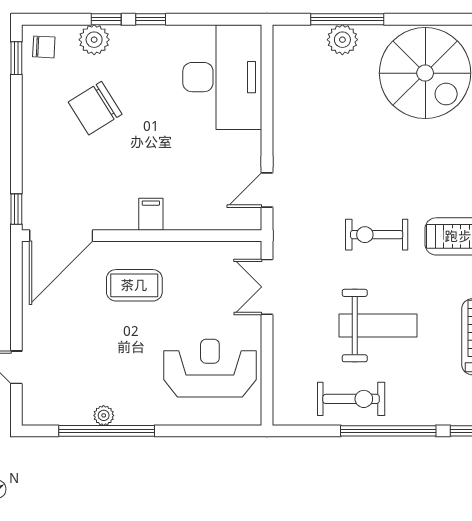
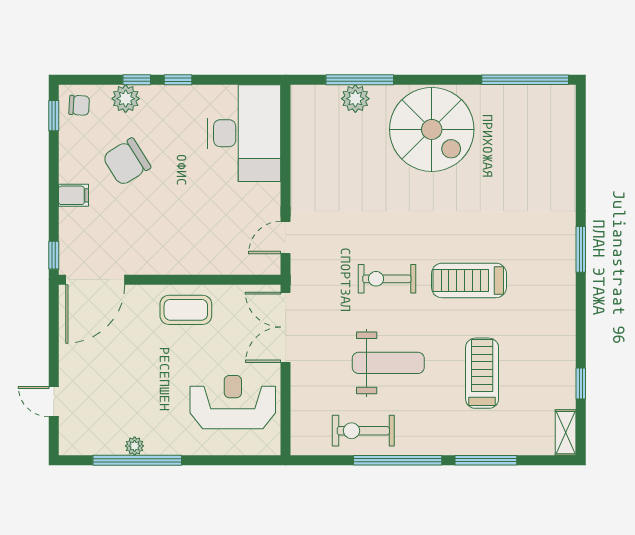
filing cabinet: (151, 214) -> (73, 195), moved, turned 90
coffee table: (134, 285) -> (186, 310), moved
double door: (267, 287) -> (286, 327), width x1.37
exercise bike: (351, 399) -> (363, 431), turned 180

